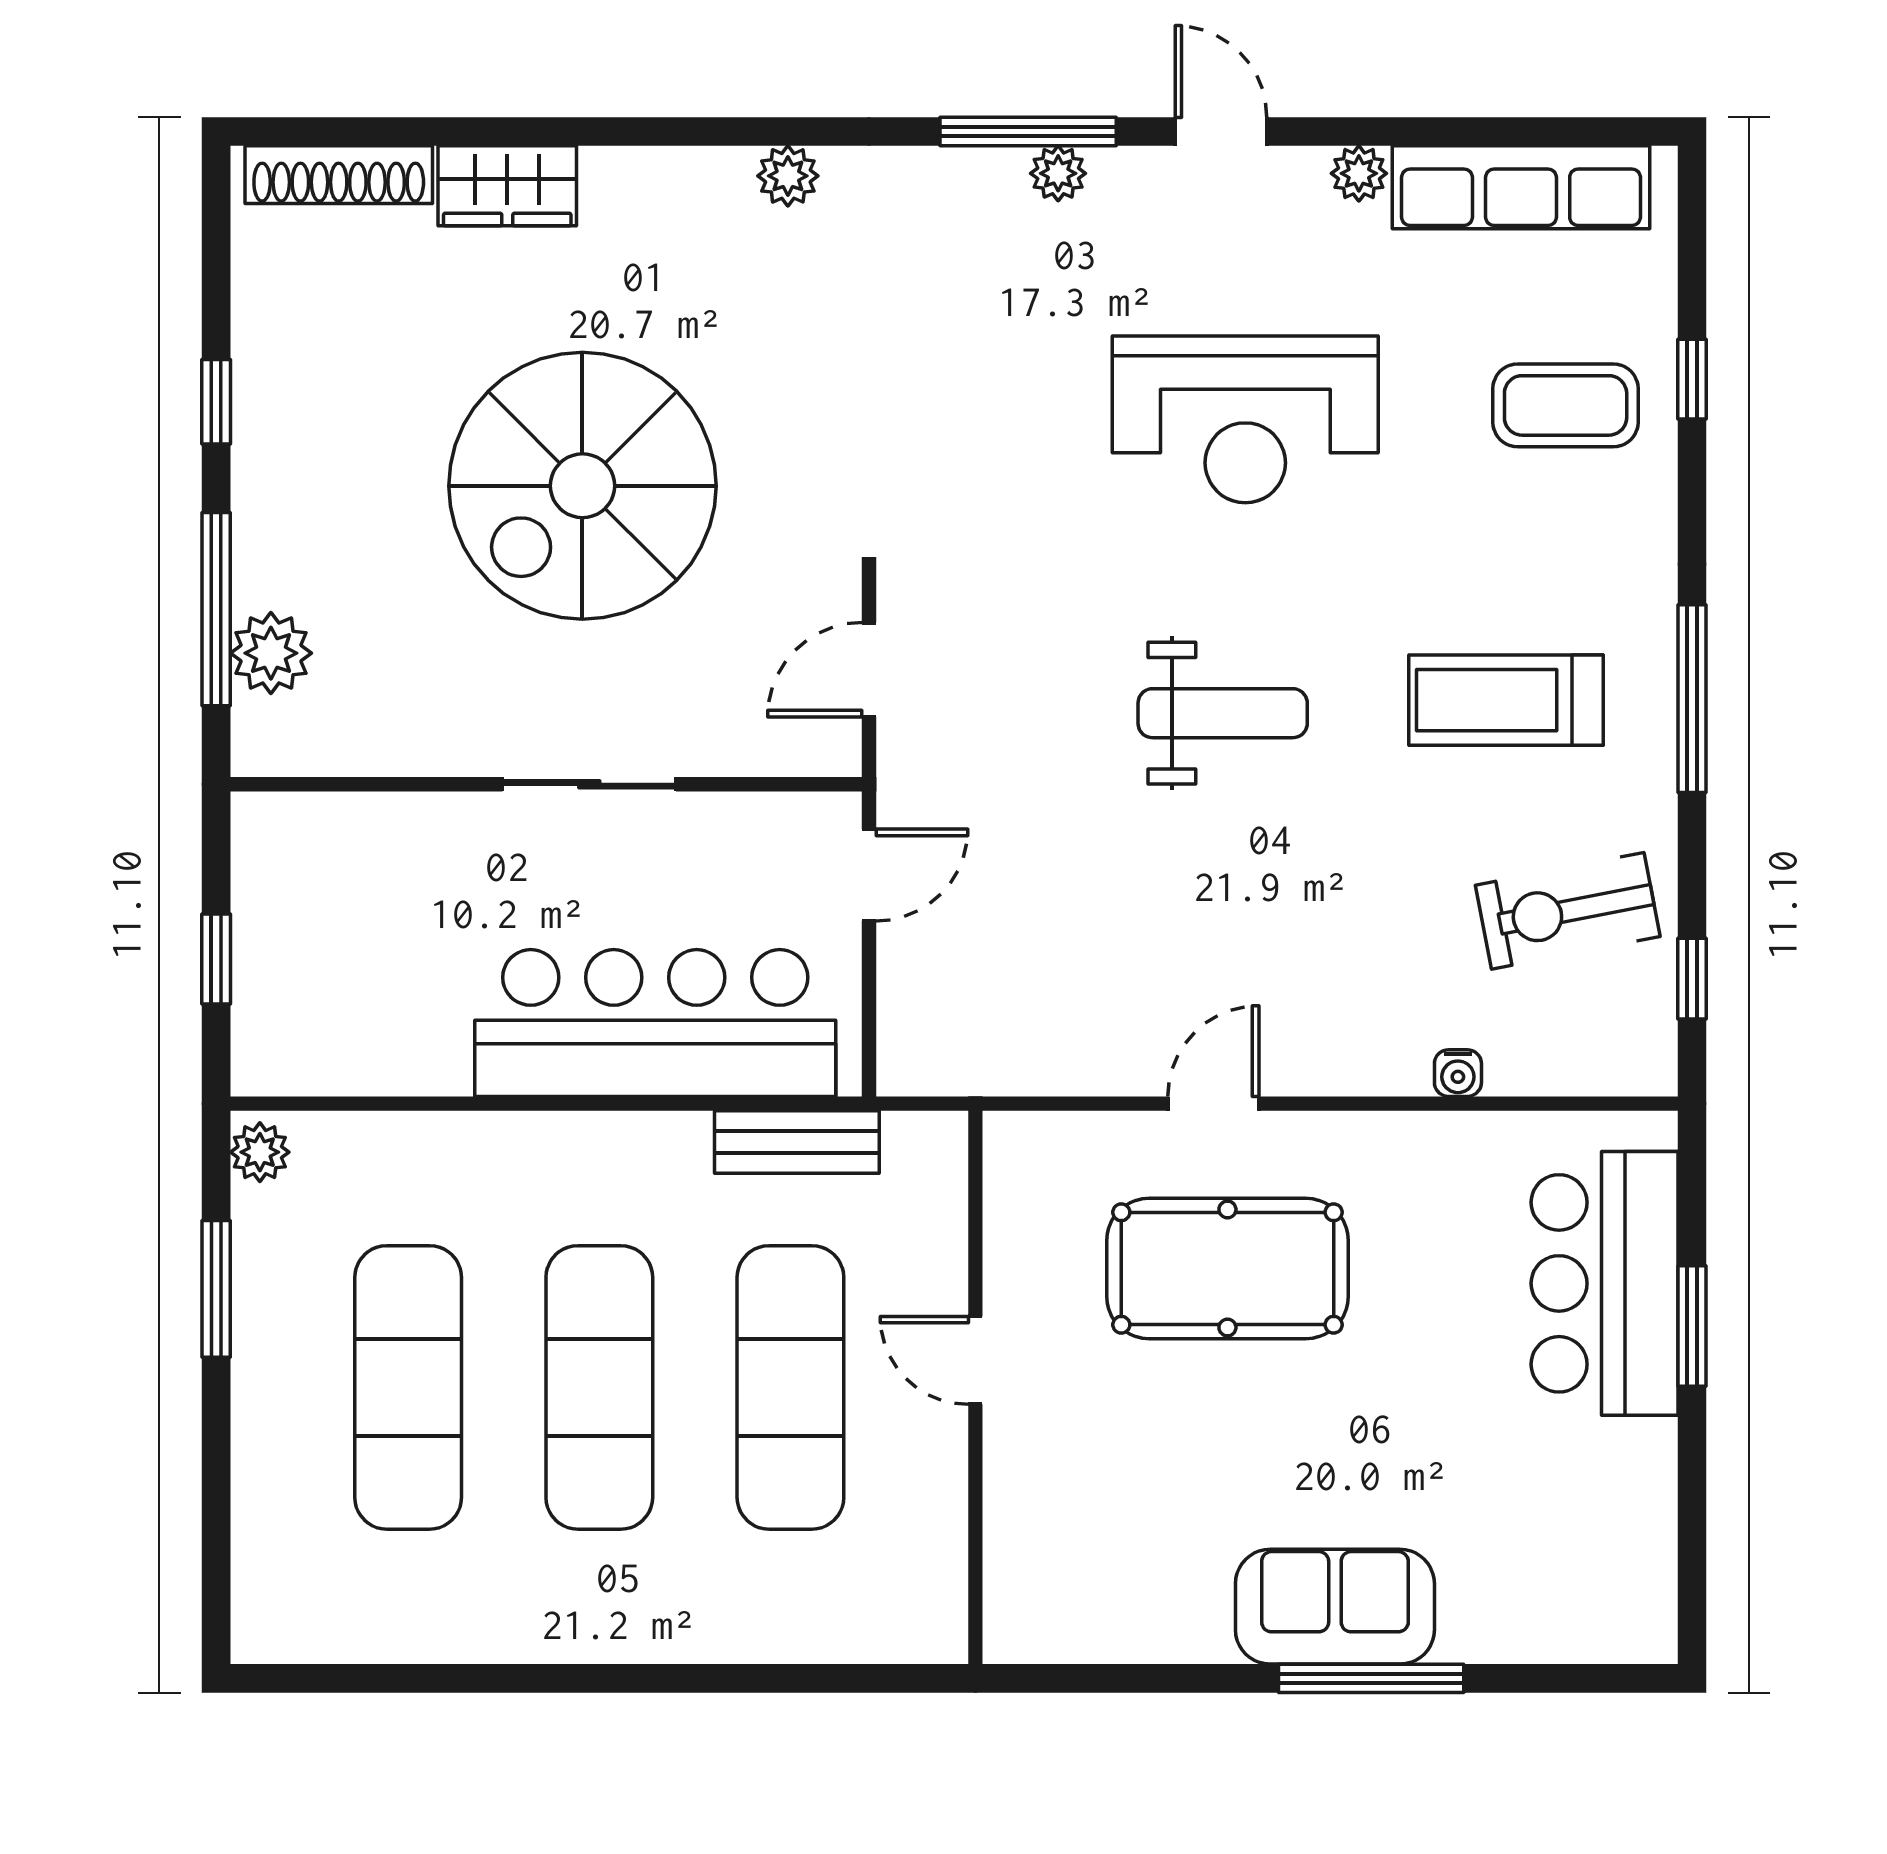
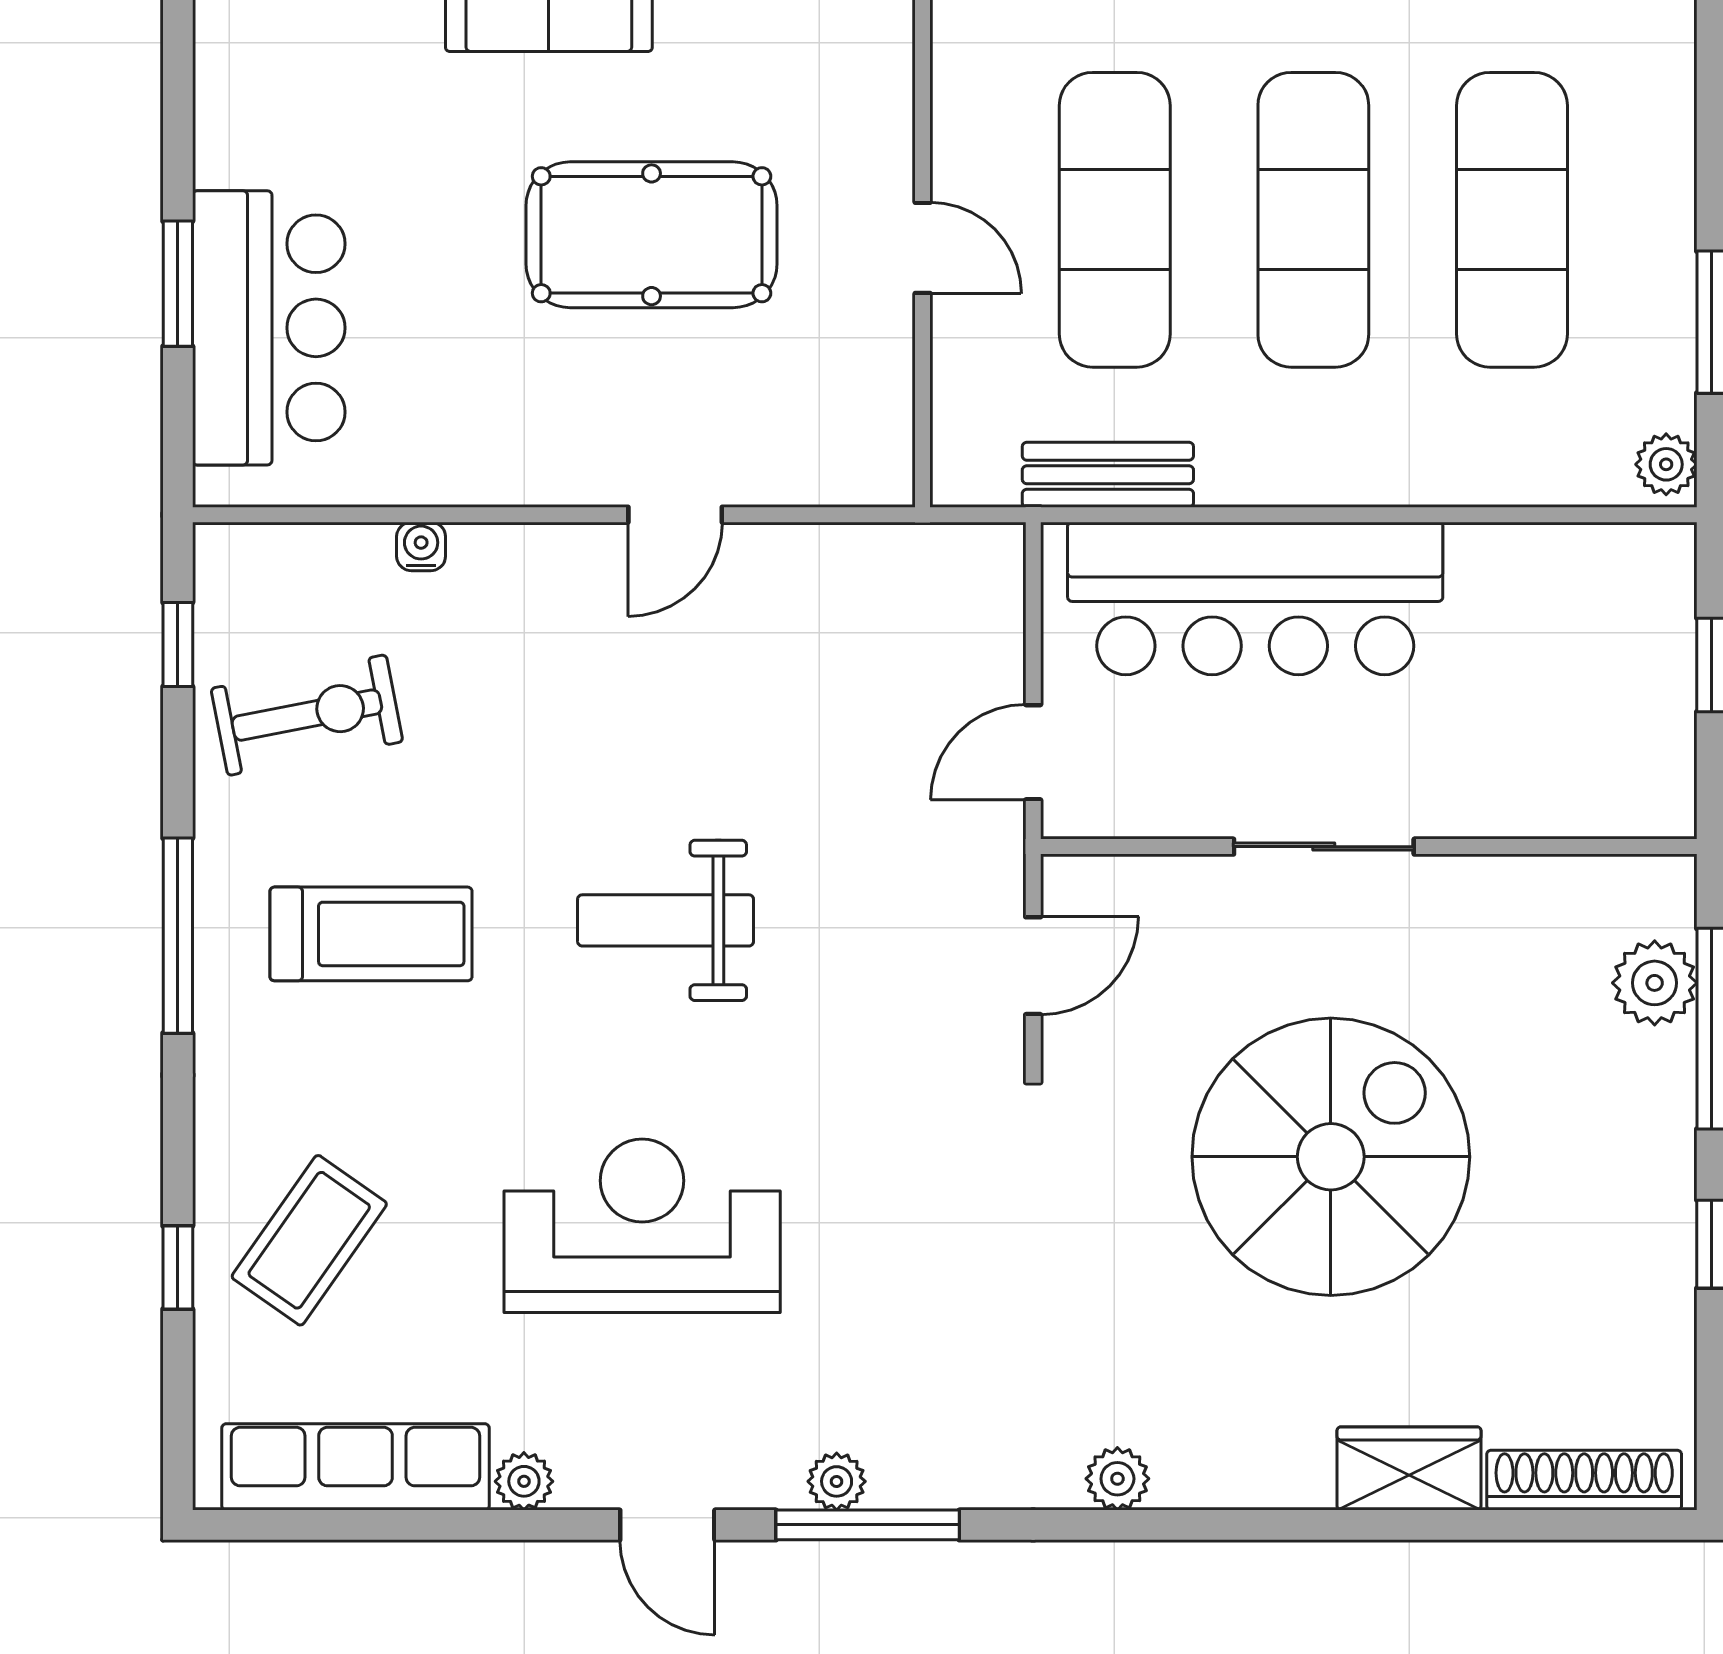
coffee table: (1566, 405) -> (309, 1240), turned -55
pool table: (1227, 1268) -> (652, 235), moved

